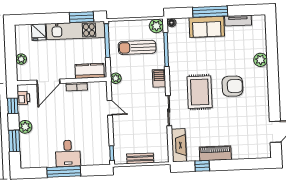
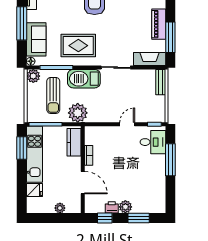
sofa: (207, 27) -> (36, 39), moved
plant: (116, 78) -> (78, 113), width x1.88, depth x1.88
barbecue: (159, 78) -> (84, 79), width x1.88, depth x1.53
rug: (200, 92) -> (78, 46), moved
printer: (23, 98) -> (112, 207), moved
door: (110, 108) -> (127, 124), moved
desk: (68, 153) -> (153, 142), moved
bench: (140, 158) -> (161, 82), moved
window: (202, 166) -> (170, 37), width x2.17
window: (64, 172) -> (170, 160), moved

